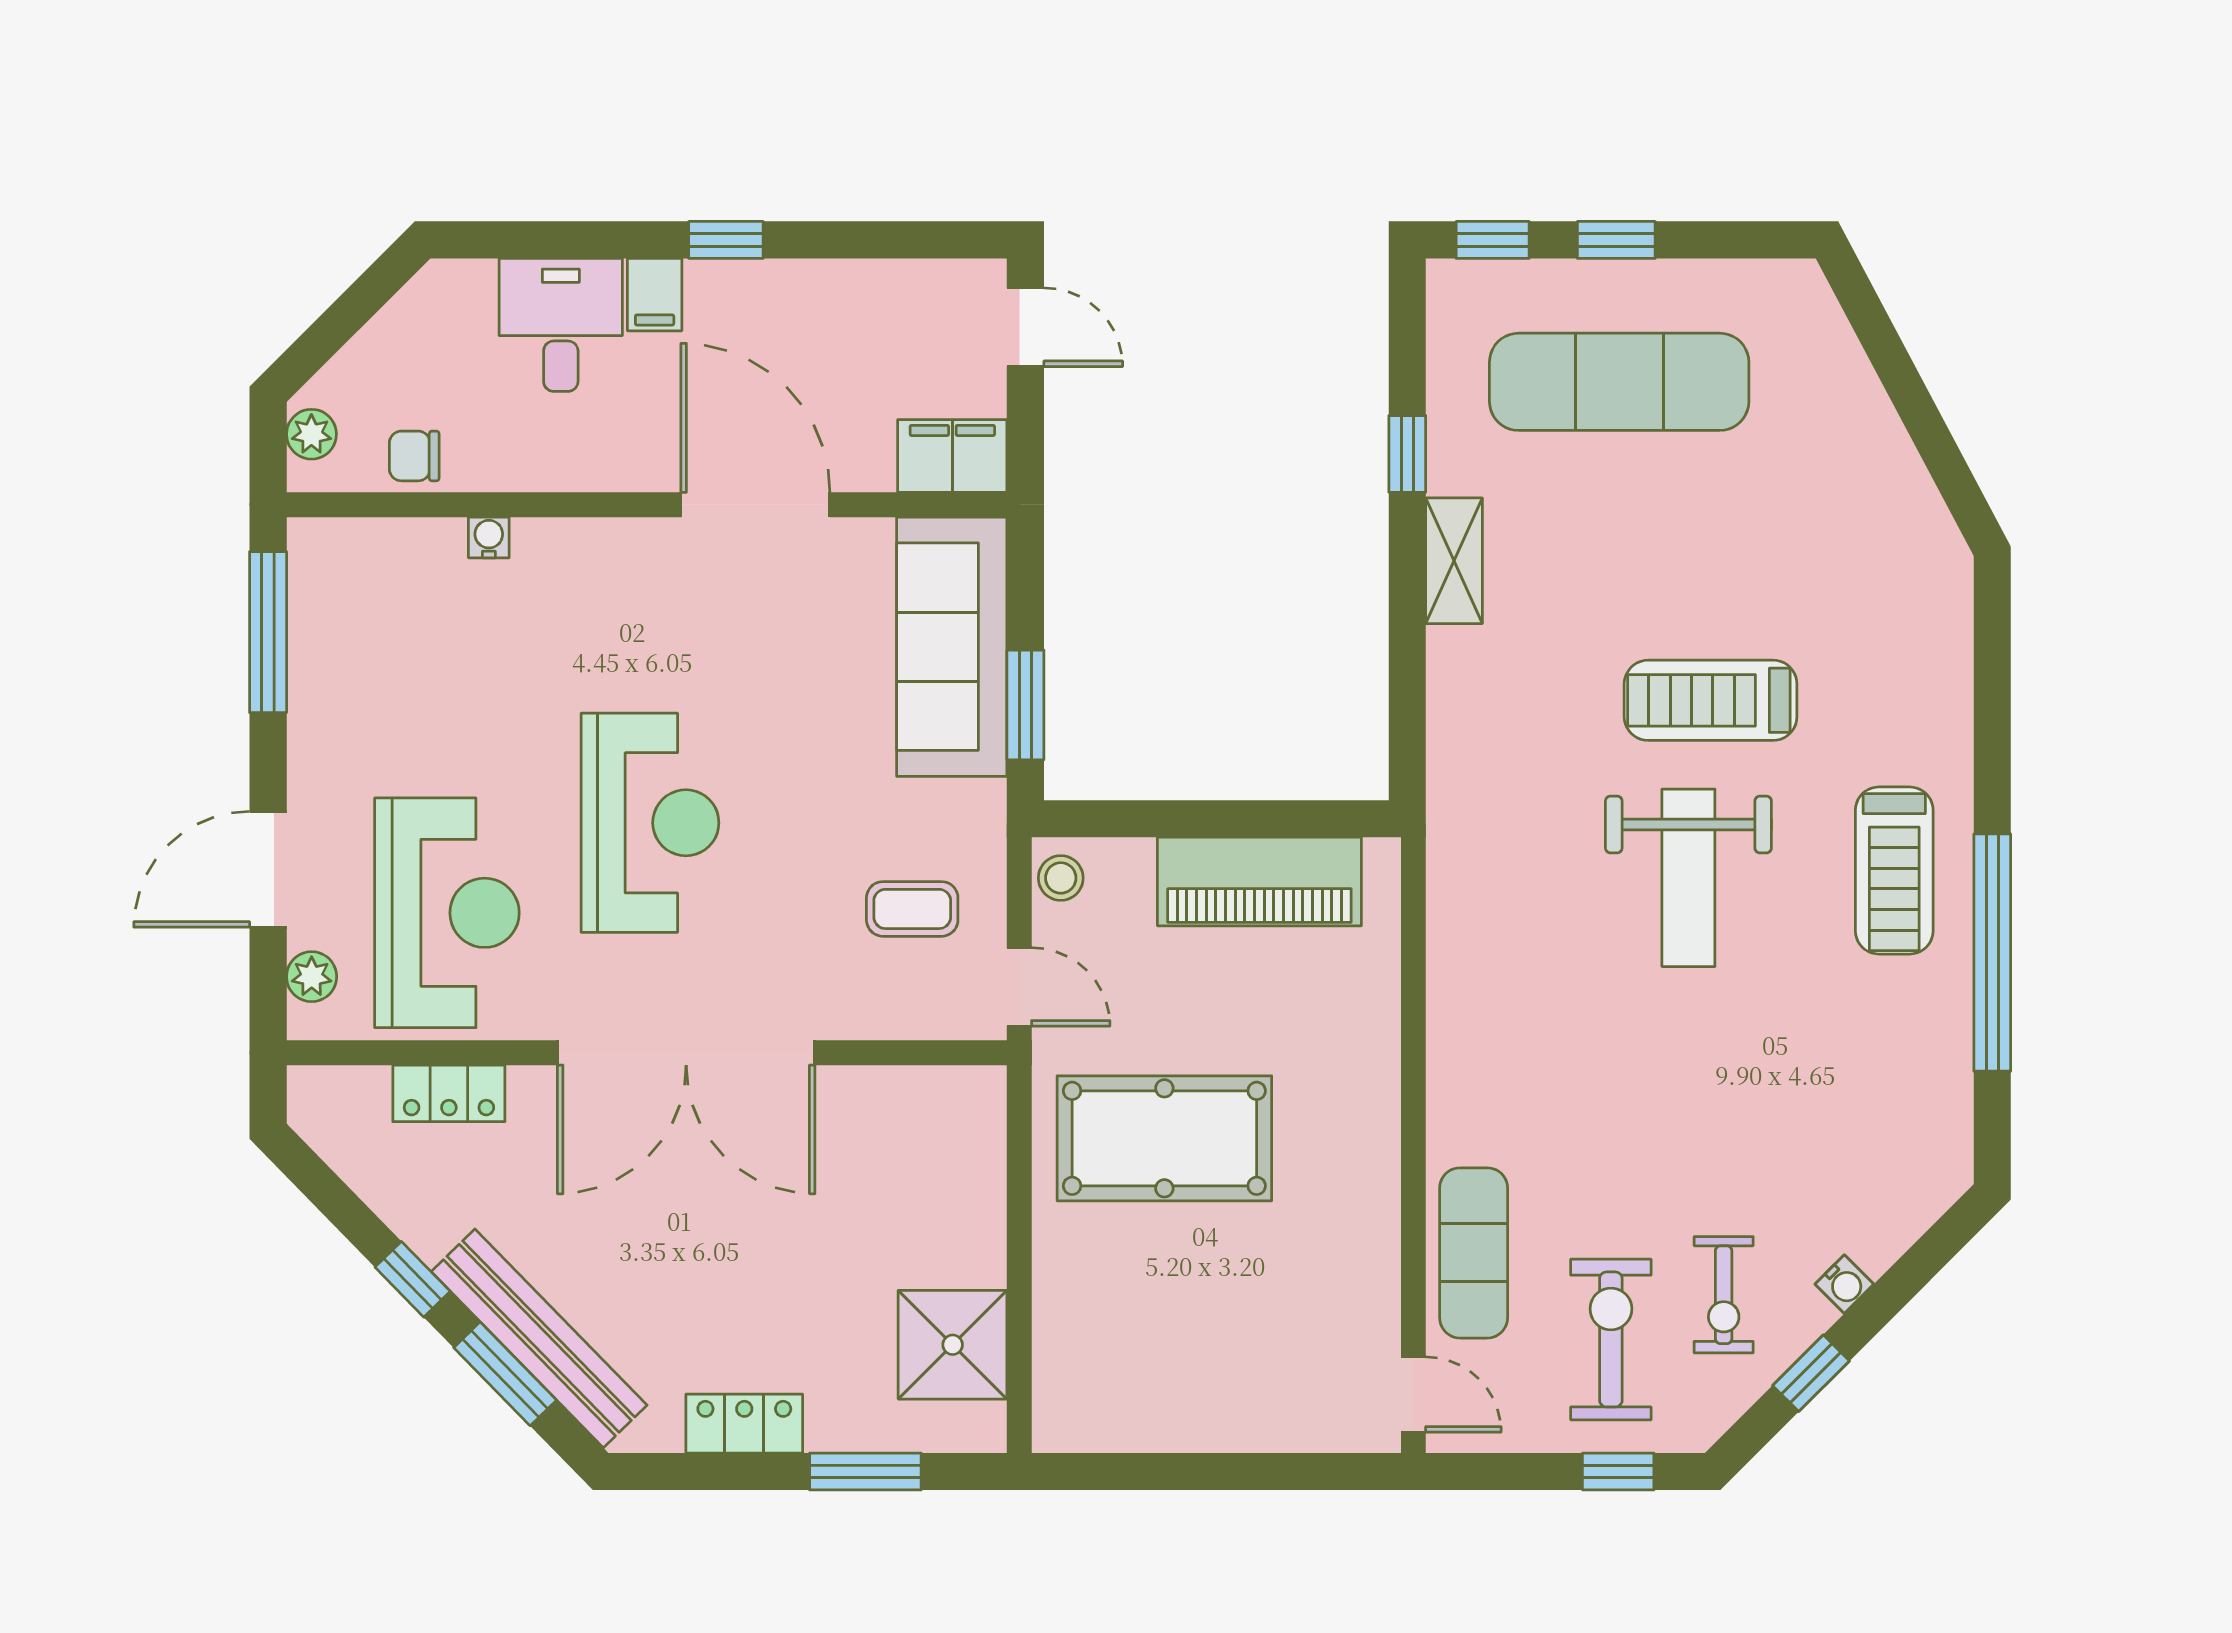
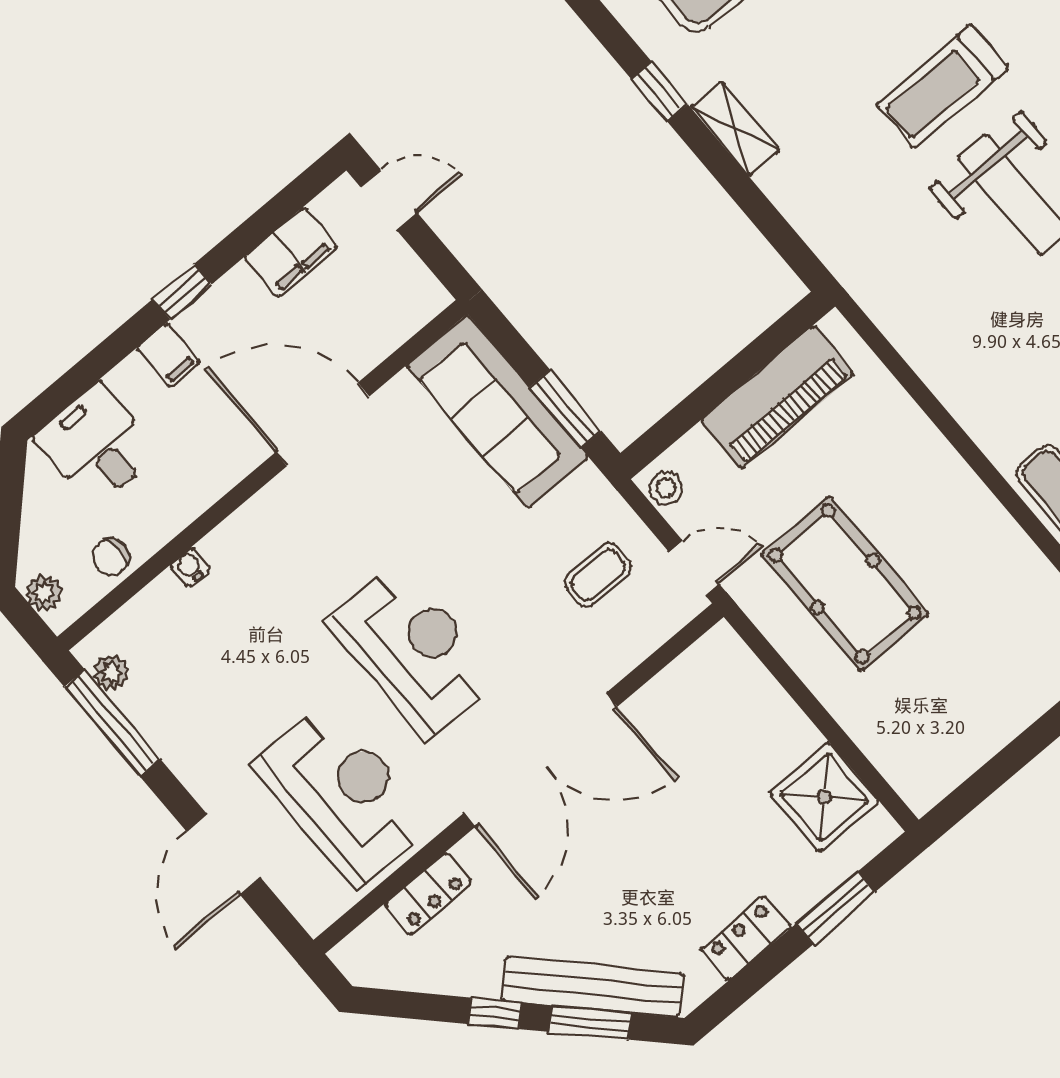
desk: (561, 325) -> (96, 445), moved
filing cabinet: (952, 456) -> (290, 252), moved, turned 180
plant: (312, 977) -> (111, 673), moved
pool table: (1164, 1138) -> (845, 584), turned 90

